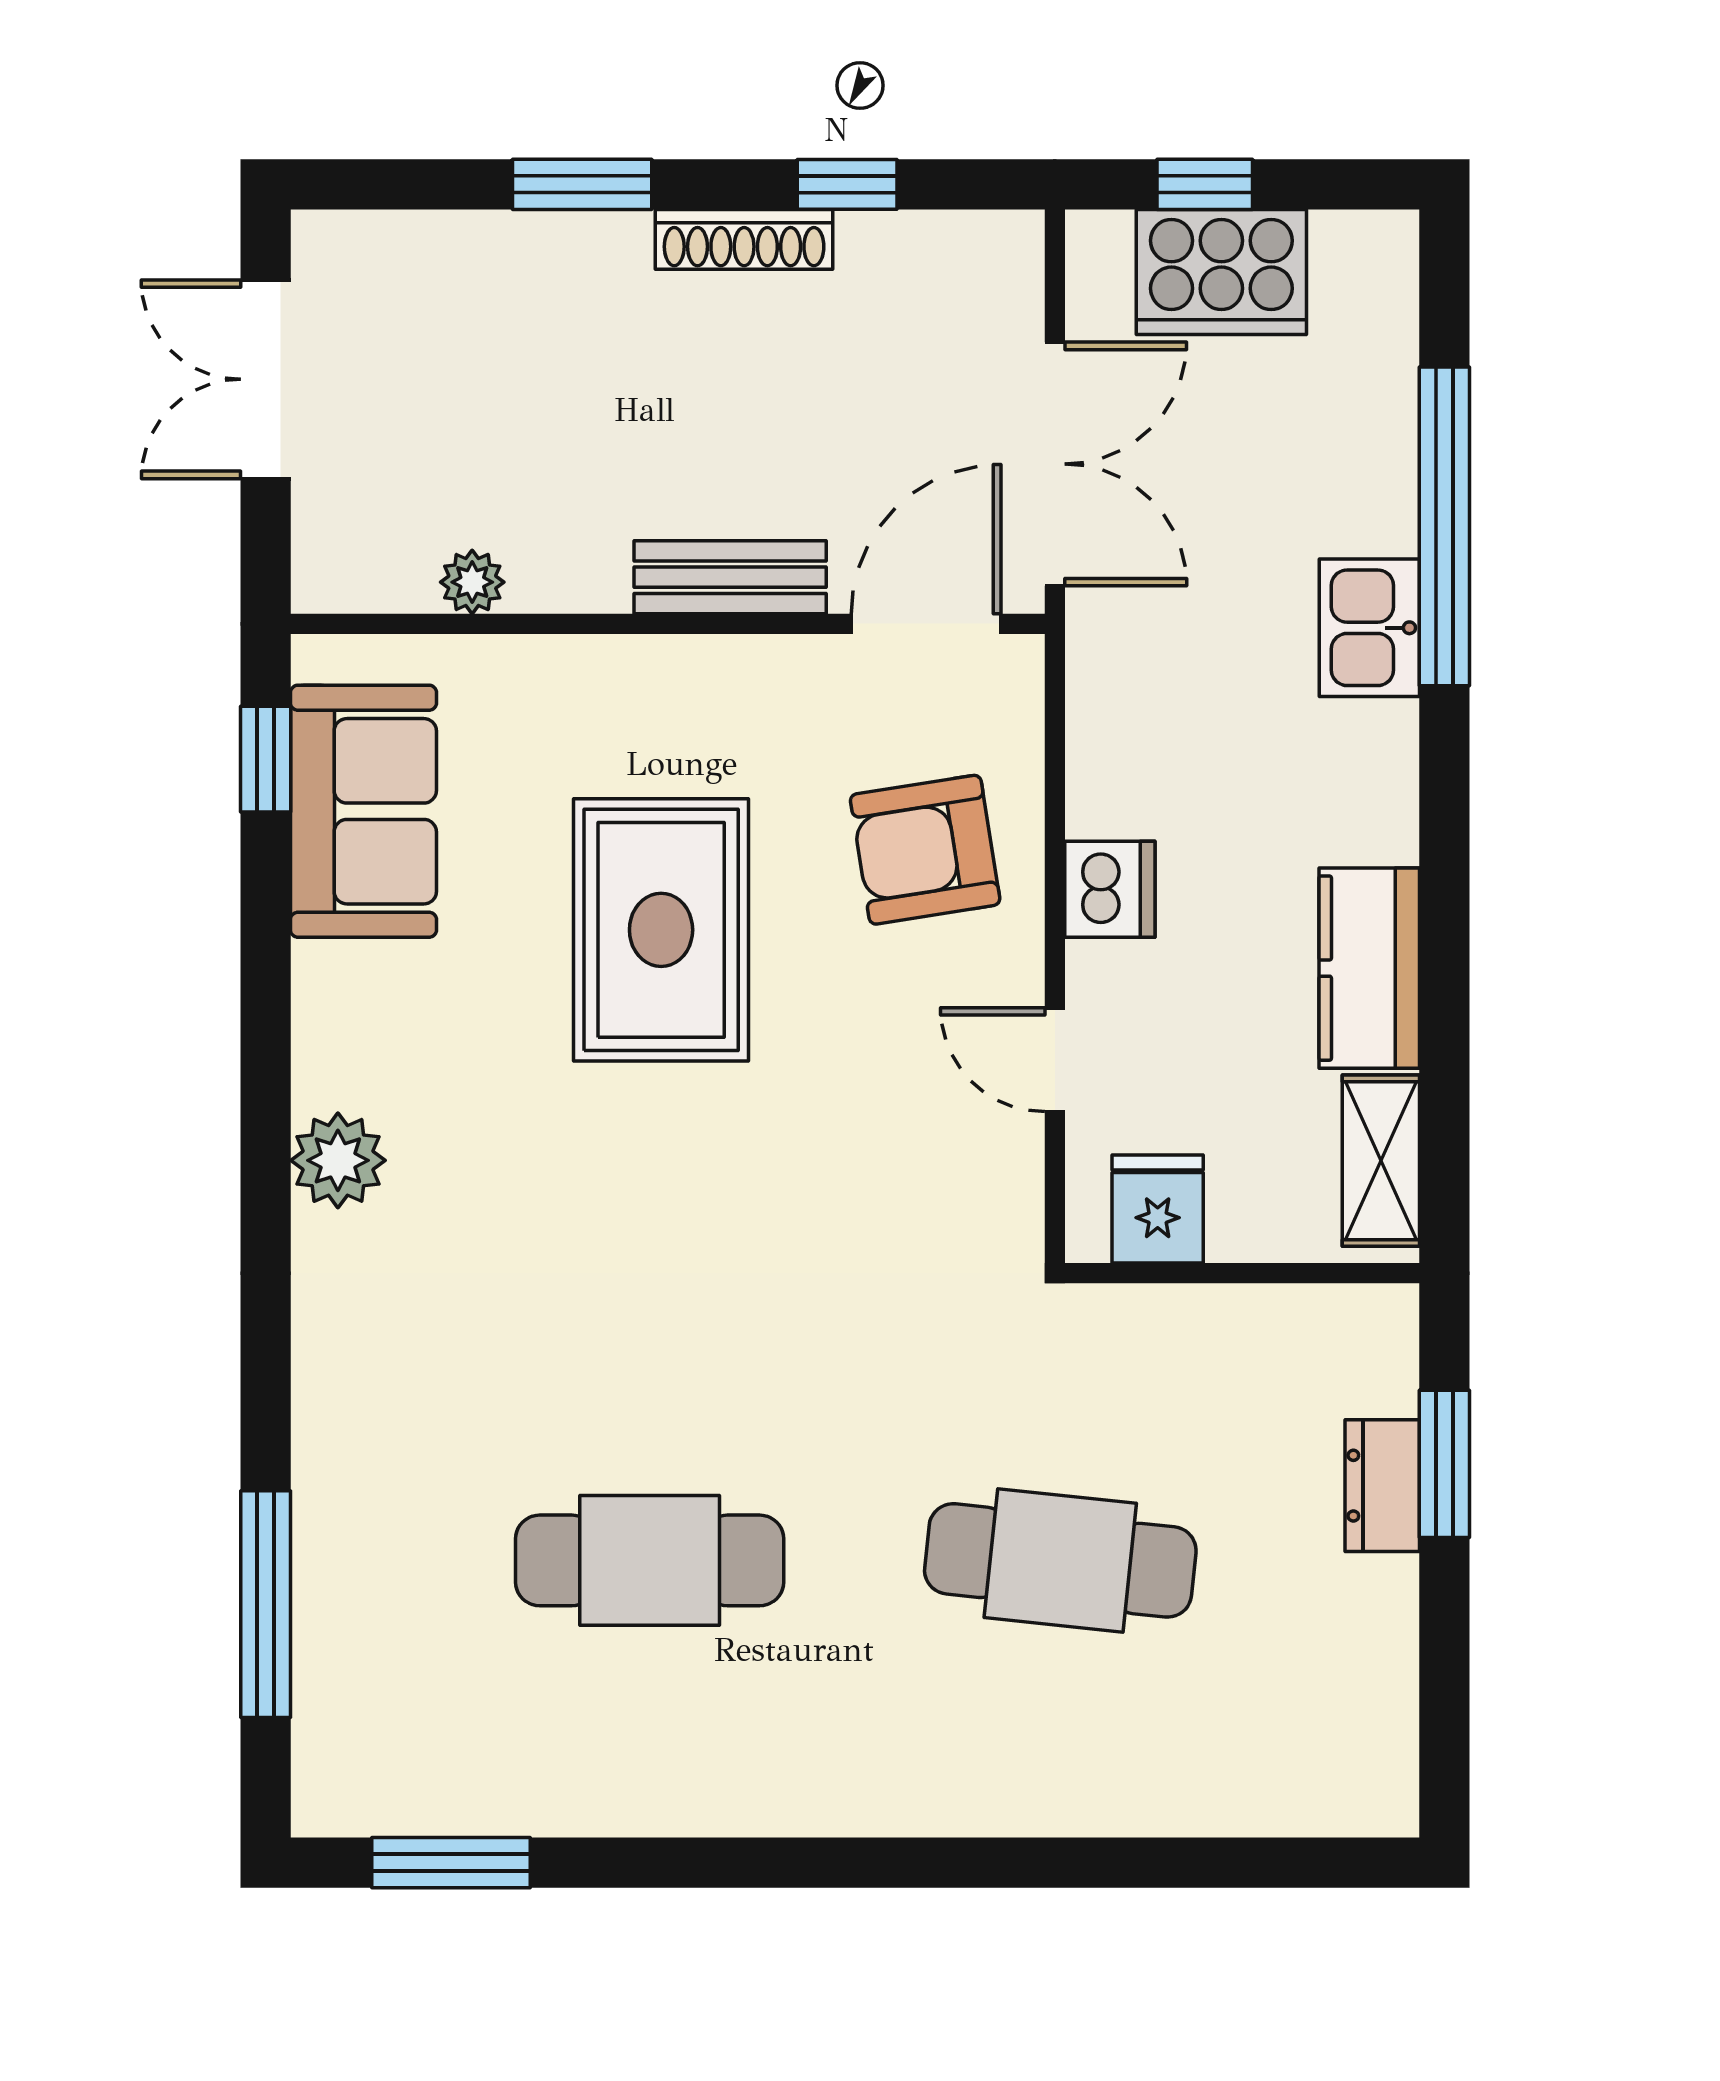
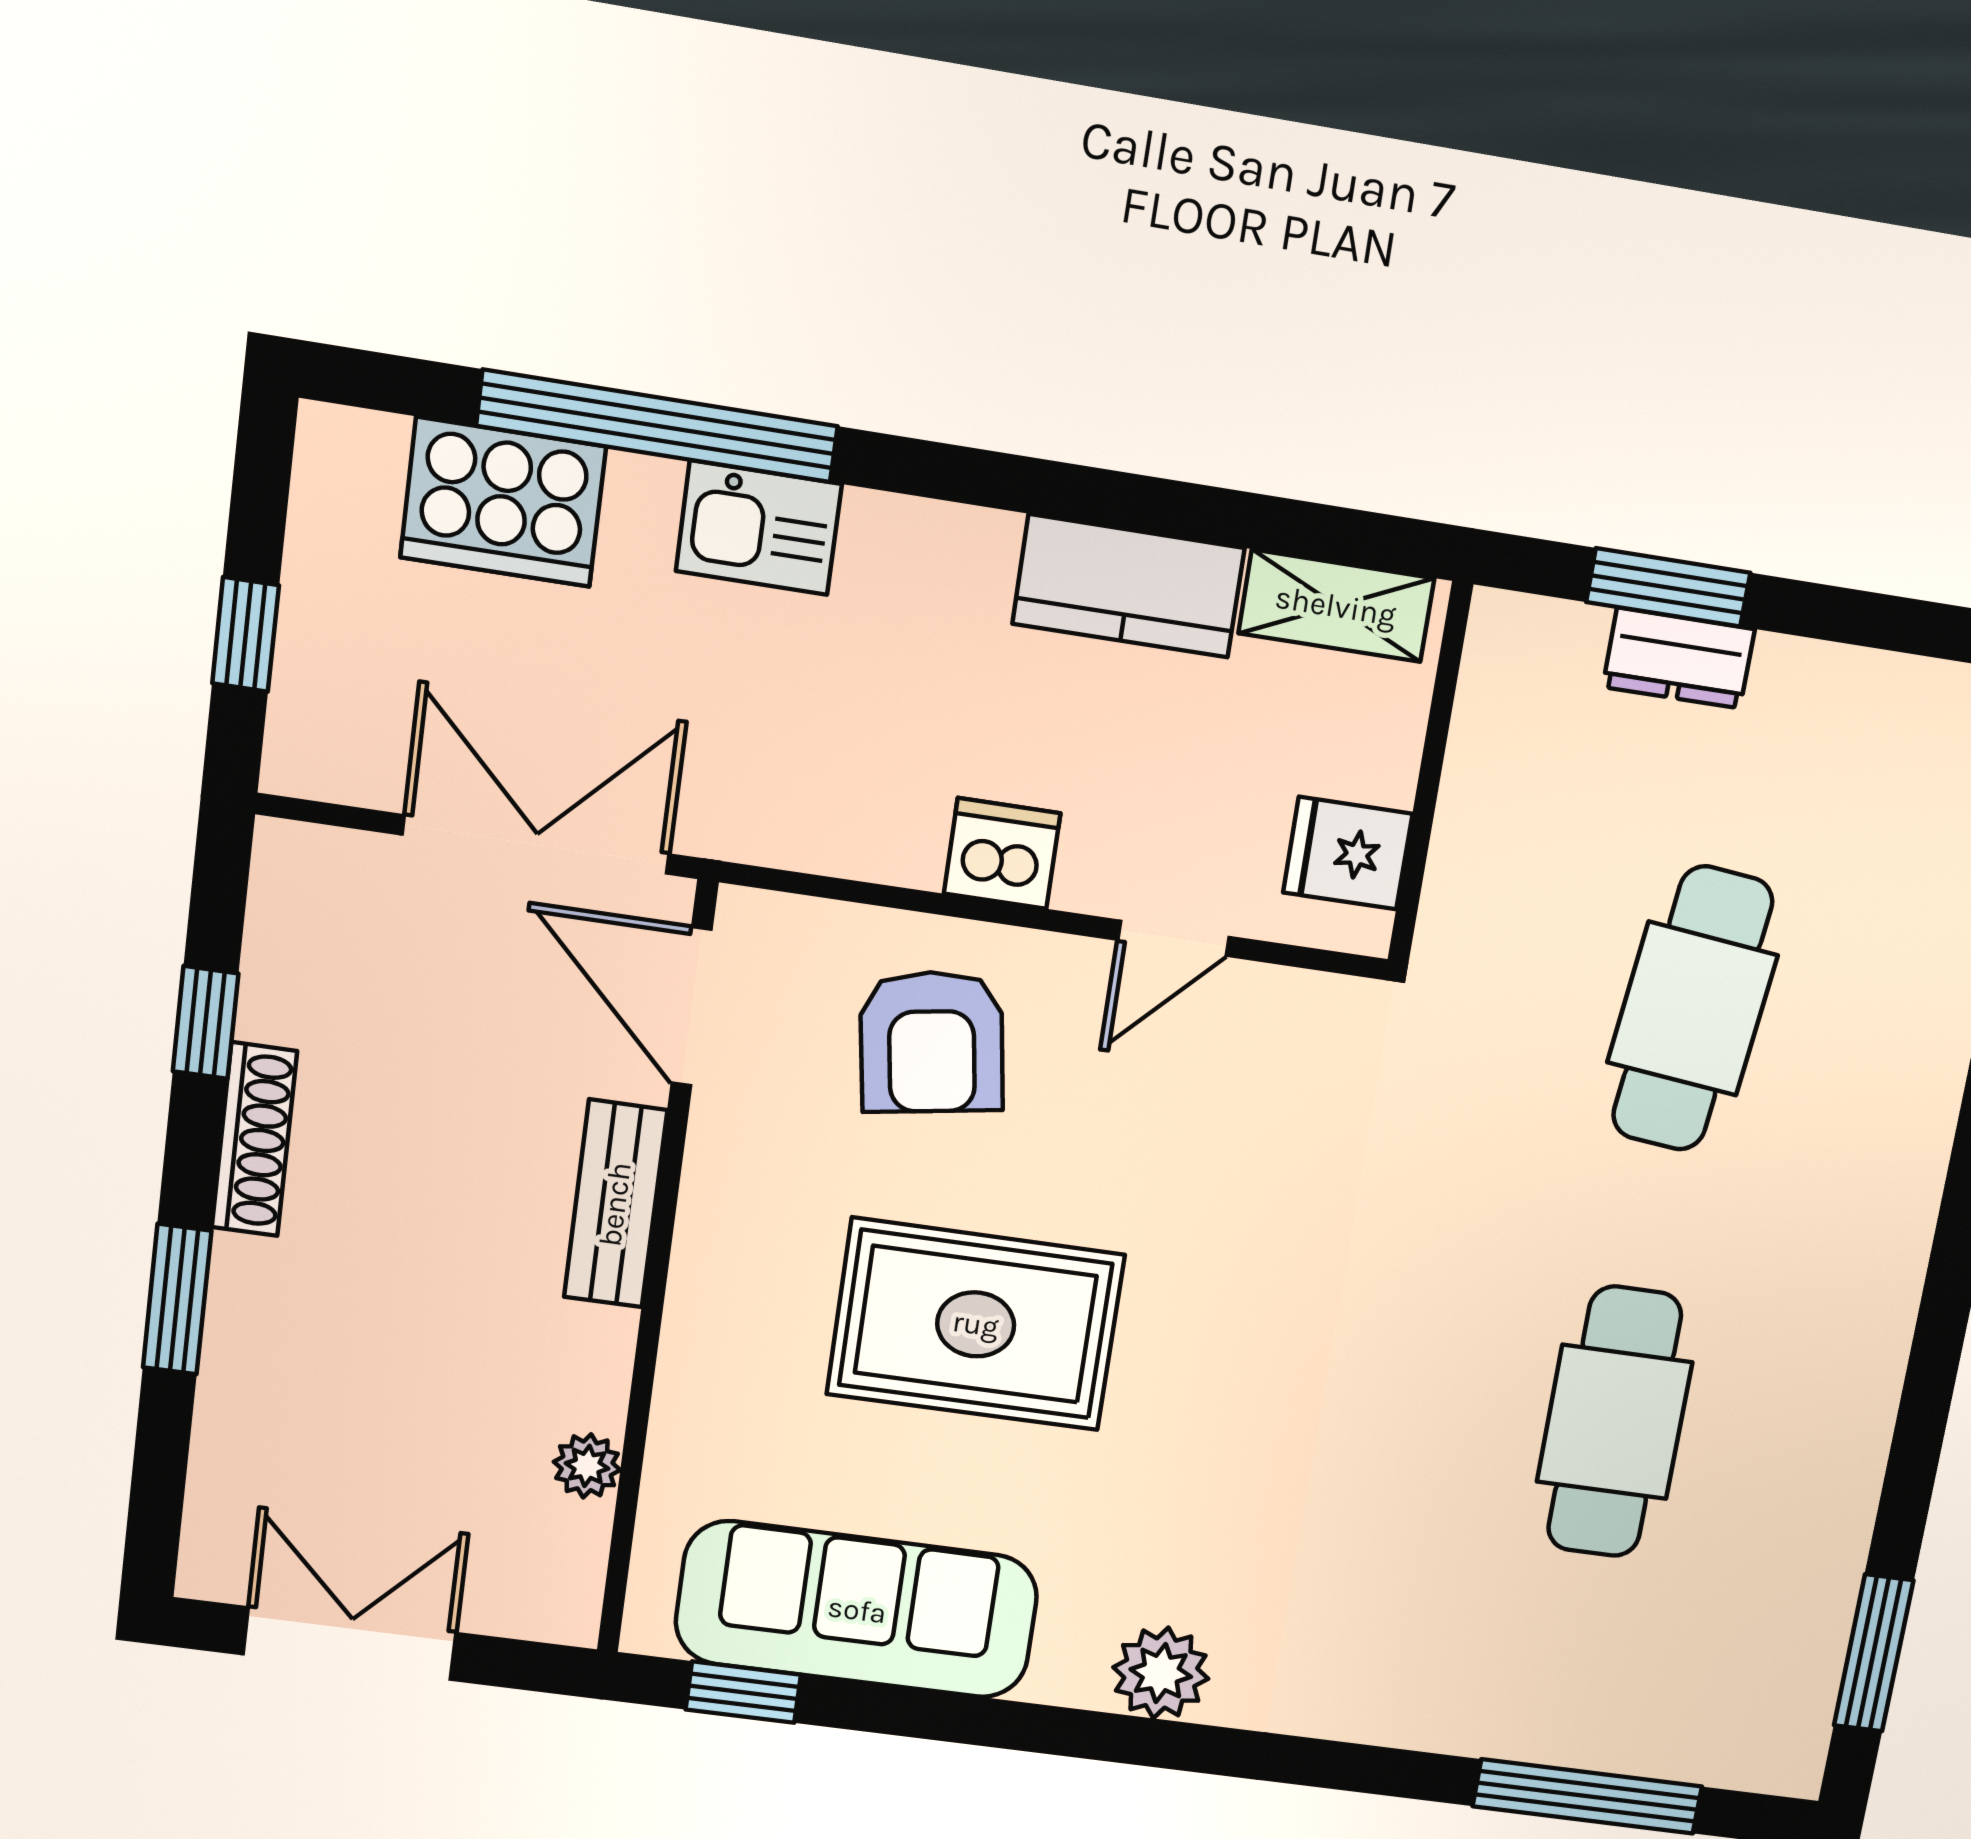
cooker: (1221, 272) -> (503, 502), moved, turned 90
double door: (266, 379) -> (350, 1644), swing flipped
sofa: (363, 811) -> (857, 1610), width x1.36

